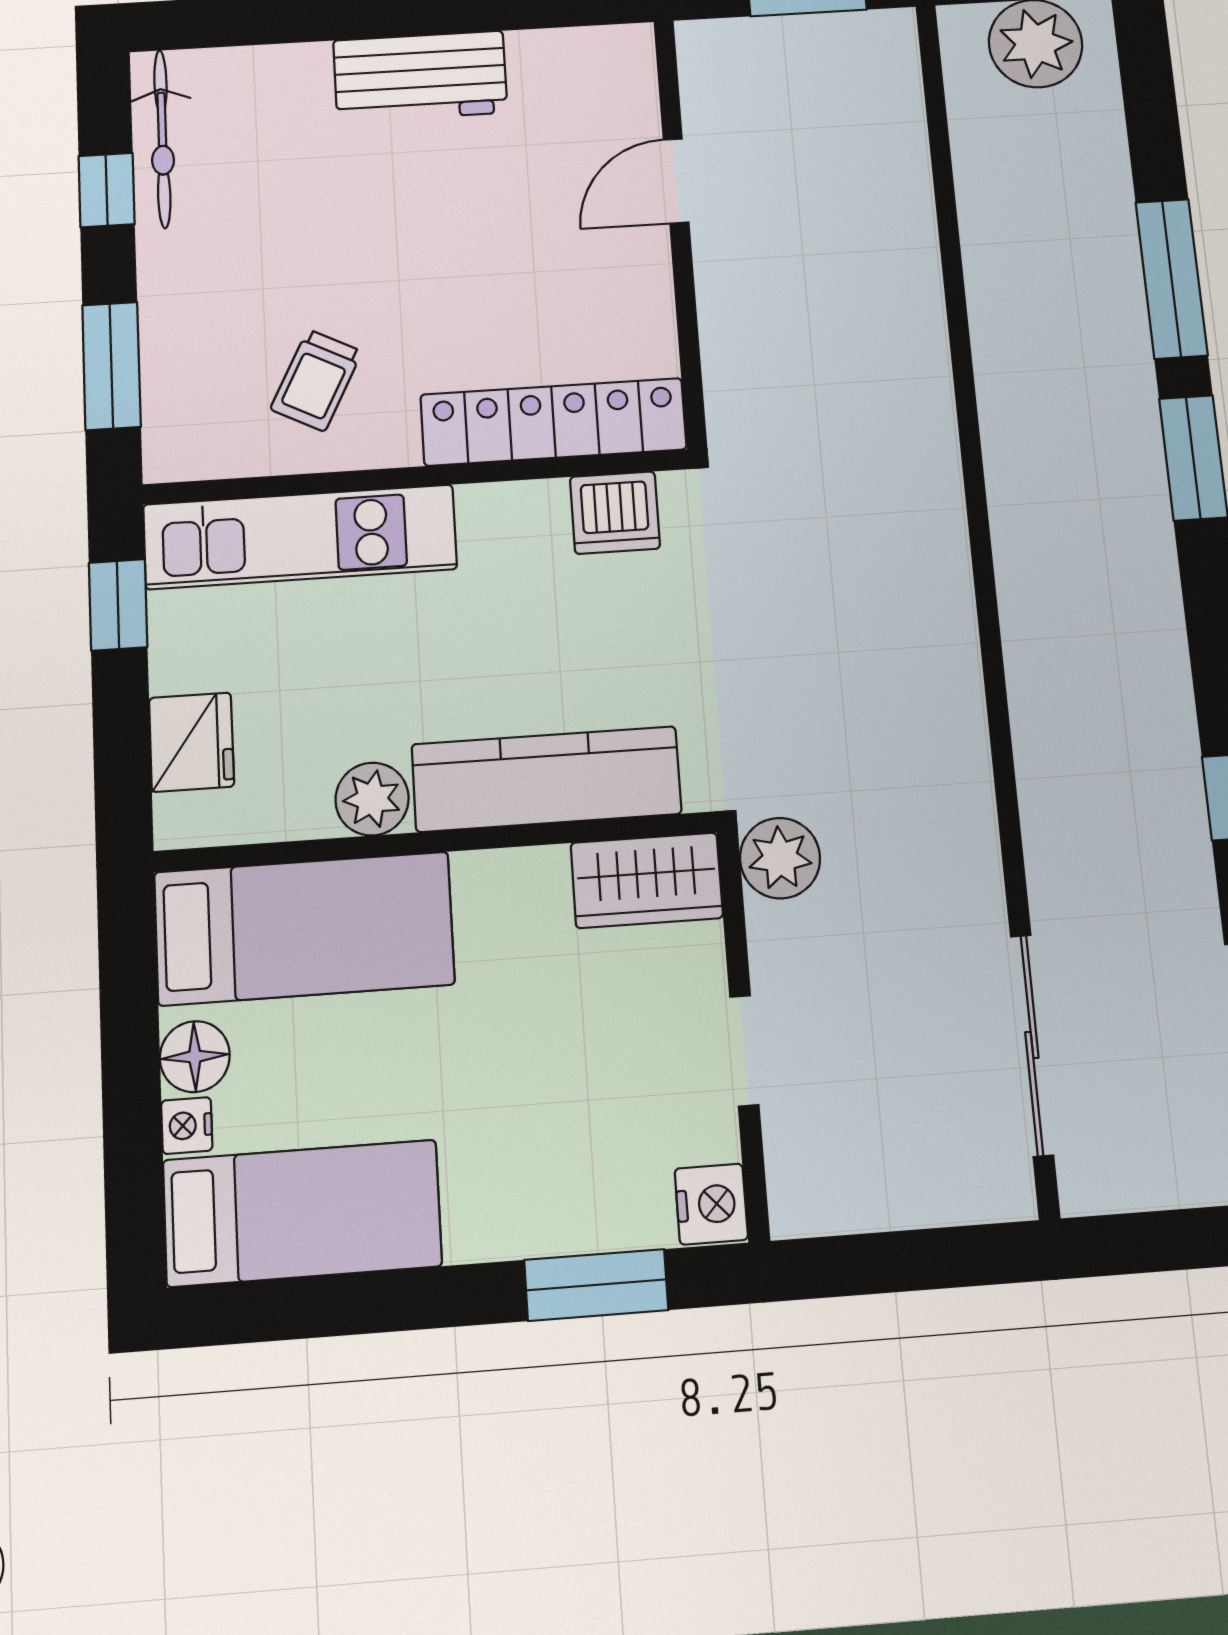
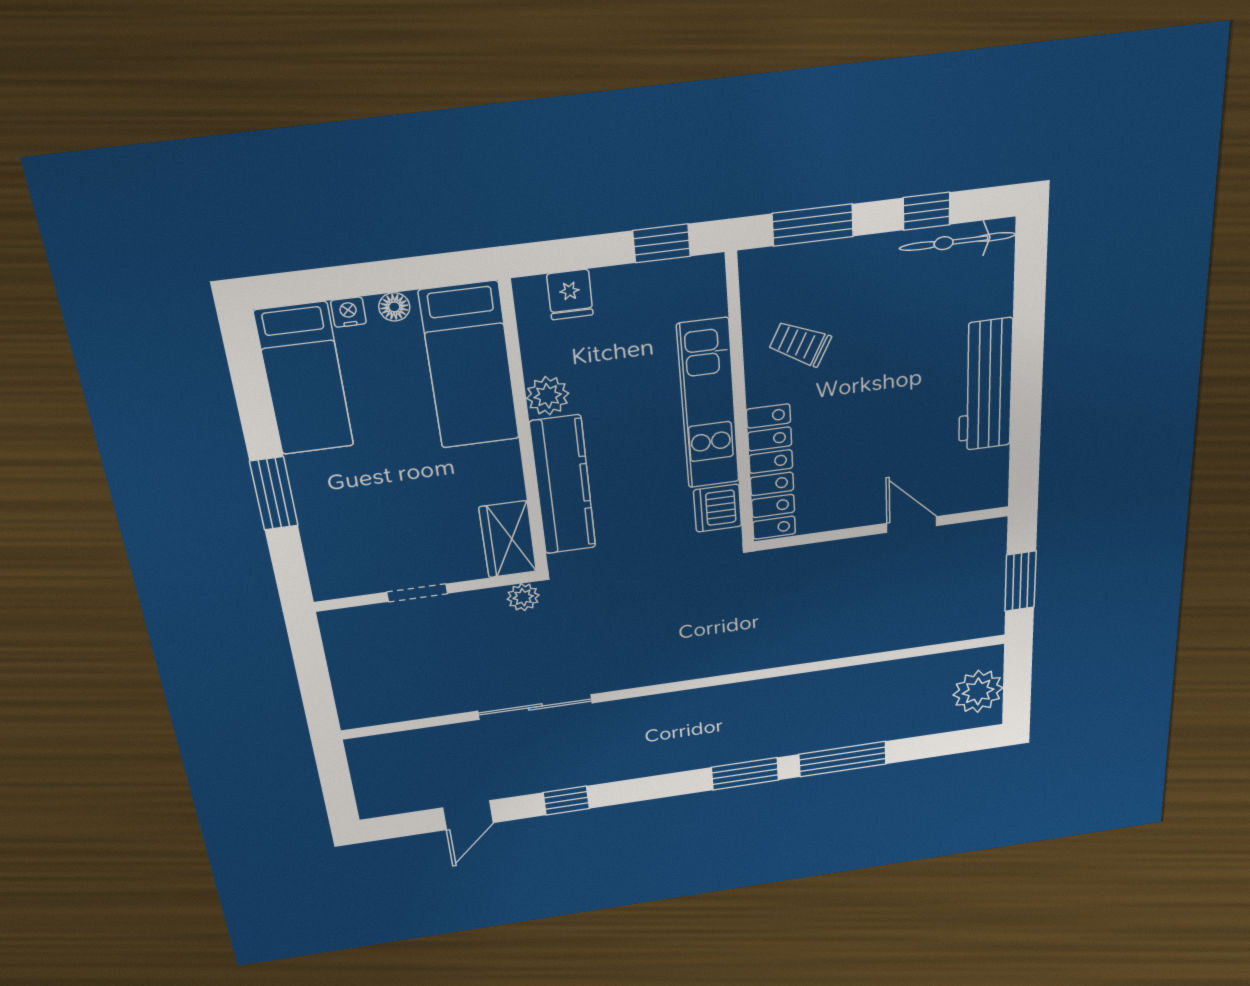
workbench: (420, 76) -> (985, 385), width x1.38
kitchen unit: (300, 537) -> (708, 404), moved
fridge: (191, 742) -> (570, 295), width x0.72
plant: (780, 858) -> (523, 597), width x0.73, depth x0.73
sliding door: (1032, 1045) -> (535, 707), moved
floor lamp: (195, 1057) -> (394, 307), width x0.73, depth x0.73
nightstand: (711, 1204) -> (332, 583), removed
window: (596, 1285) -> (274, 494), moved

